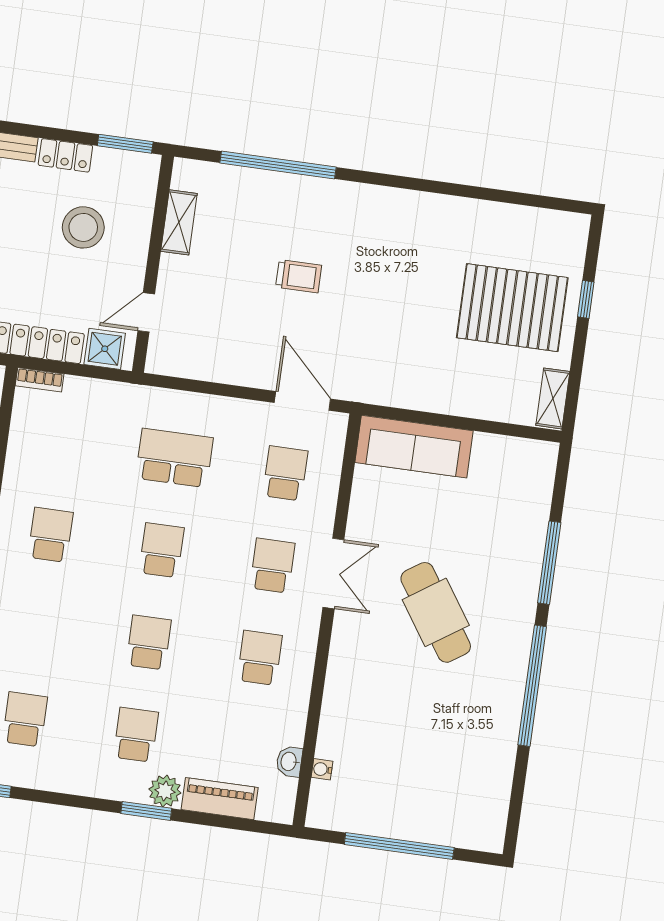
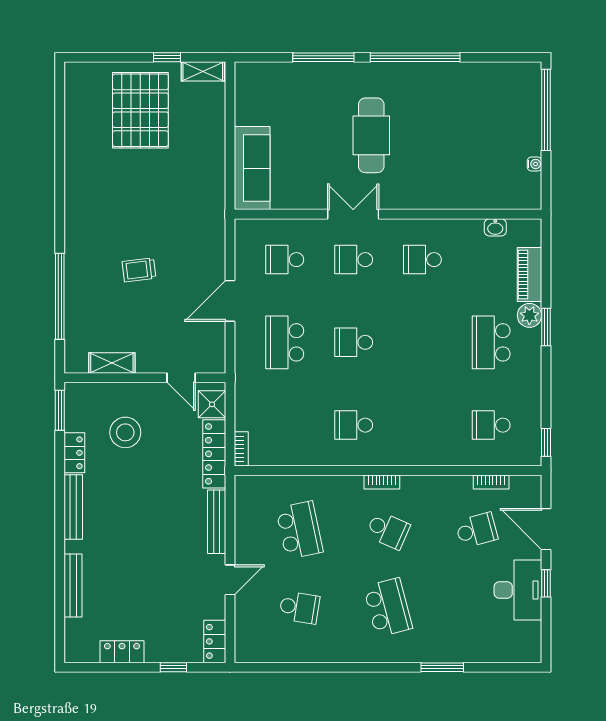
trolley: (299, 276) -> (139, 270), turned -97
window: (586, 299) -> (167, 57), moved
door: (302, 401) -> (230, 301), moved
cafe table: (436, 612) -> (371, 135), turned -56
school desk: (149, 642) -> (422, 342), removed
school desk: (136, 735) -> (491, 342), width x1.85
water cooler: (322, 769) -> (534, 164), moved, turned -90
window: (399, 846) -> (546, 110), moved

